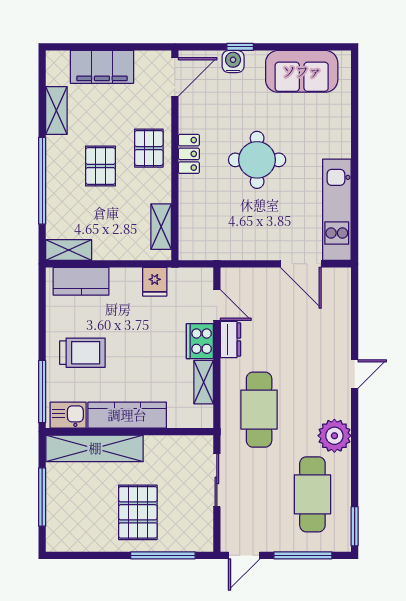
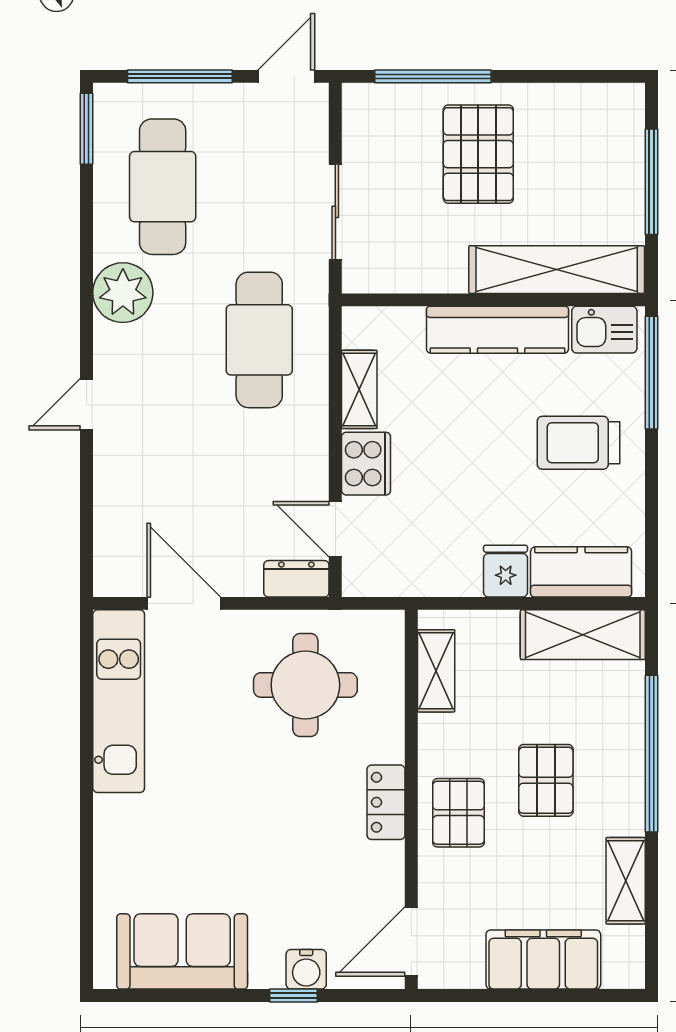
round table: (257, 160) -> (305, 685), moved
shelving: (69, 250) -> (583, 635), width x1.50, depth x1.33
fridge: (155, 282) -> (506, 571), moved
dresser: (231, 339) -> (296, 579), moved, turned 90

